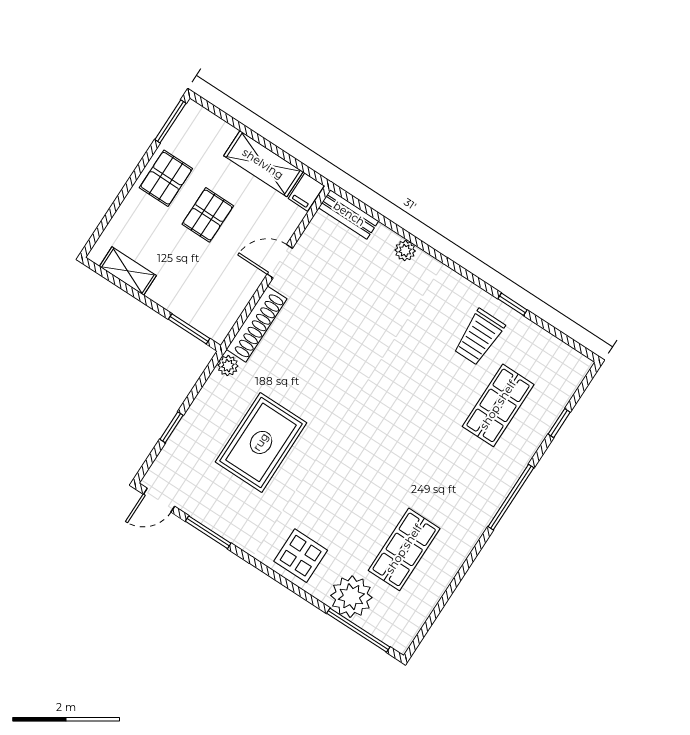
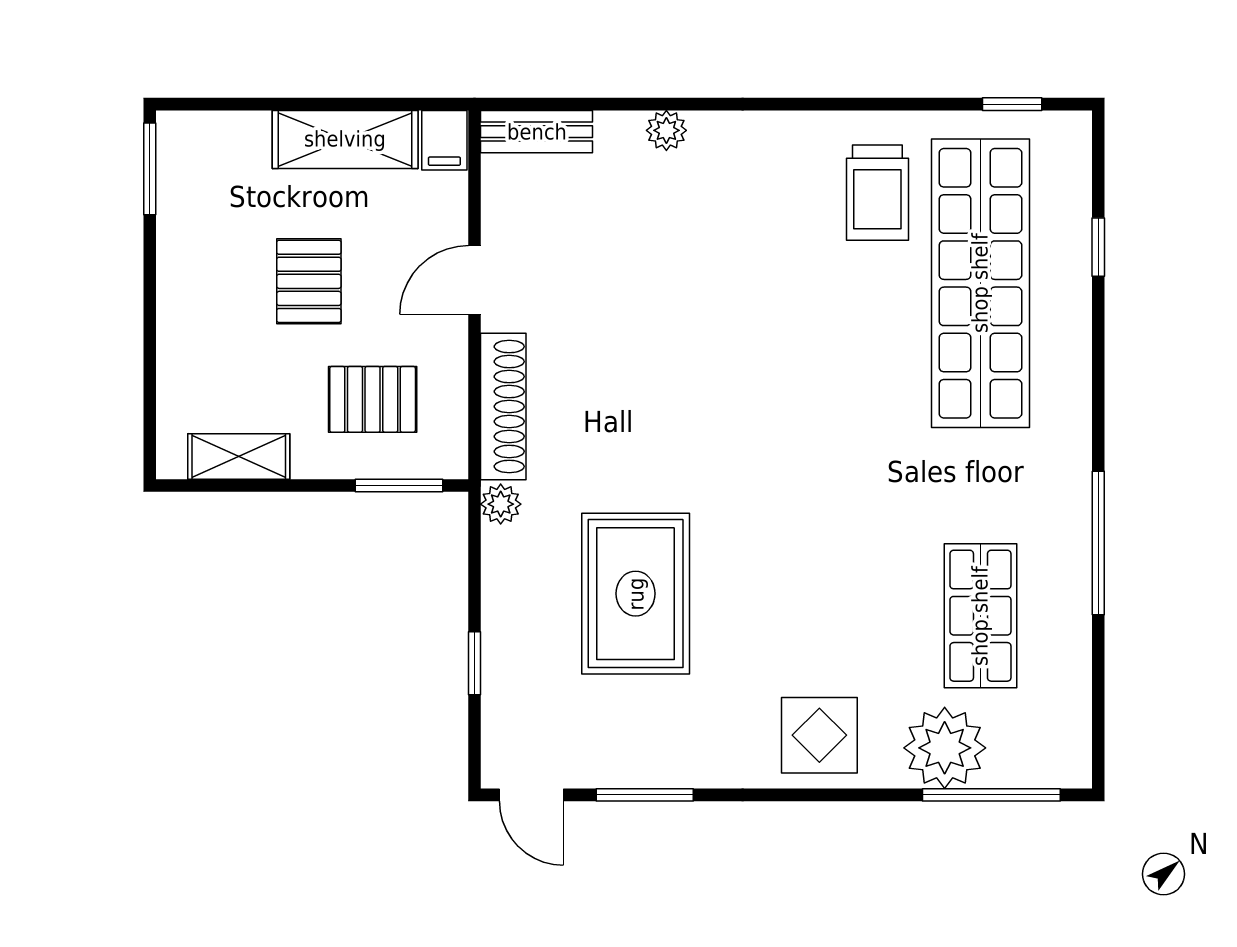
pallet: (166, 178) -> (373, 399), moved, turned 90
window: (512, 304) -> (1012, 104), moved
shop shelf: (498, 405) -> (980, 283), width x2.00, depth x1.36
window: (511, 497) -> (1098, 543), moved
door: (159, 500) -> (531, 795), hinge flipped

